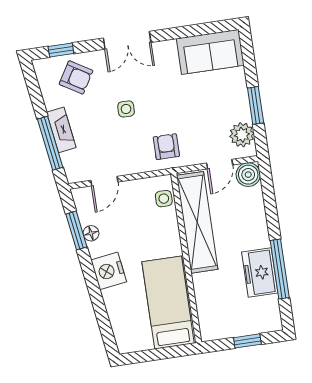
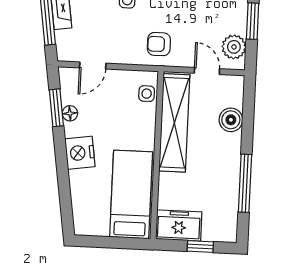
armchair: (166, 147) -> (159, 44), turned -90
door: (220, 164) -> (207, 71), swing flipped
boiler: (248, 175) -> (231, 120), moved
freezer: (260, 273) -> (179, 226), moved, turned 90

